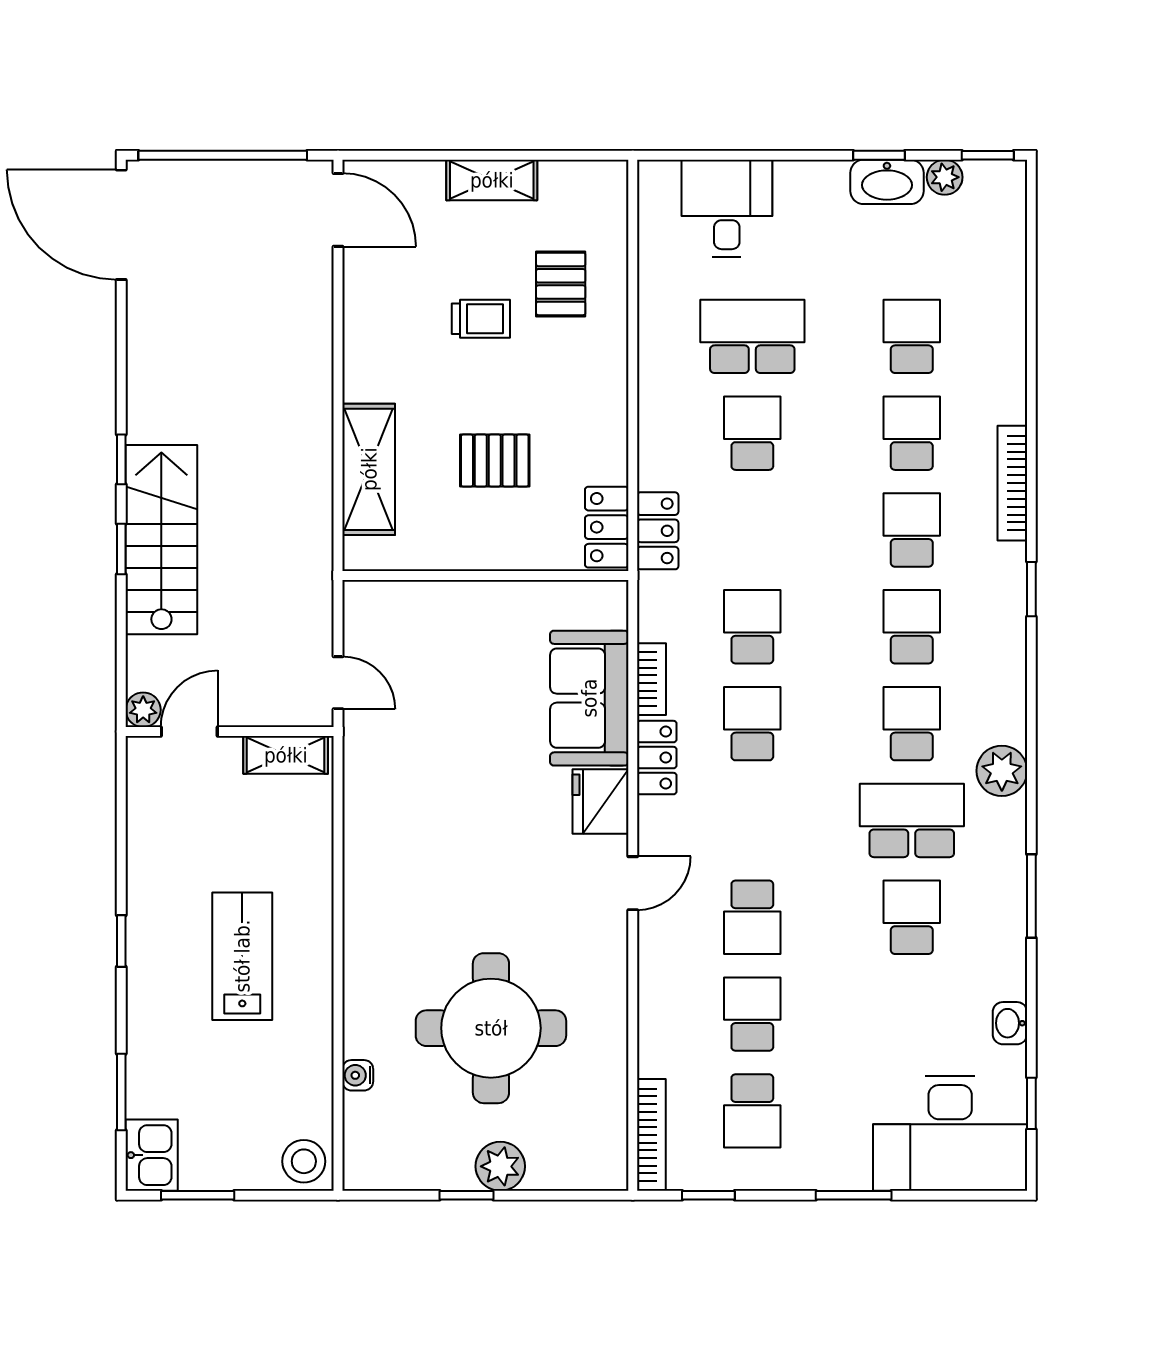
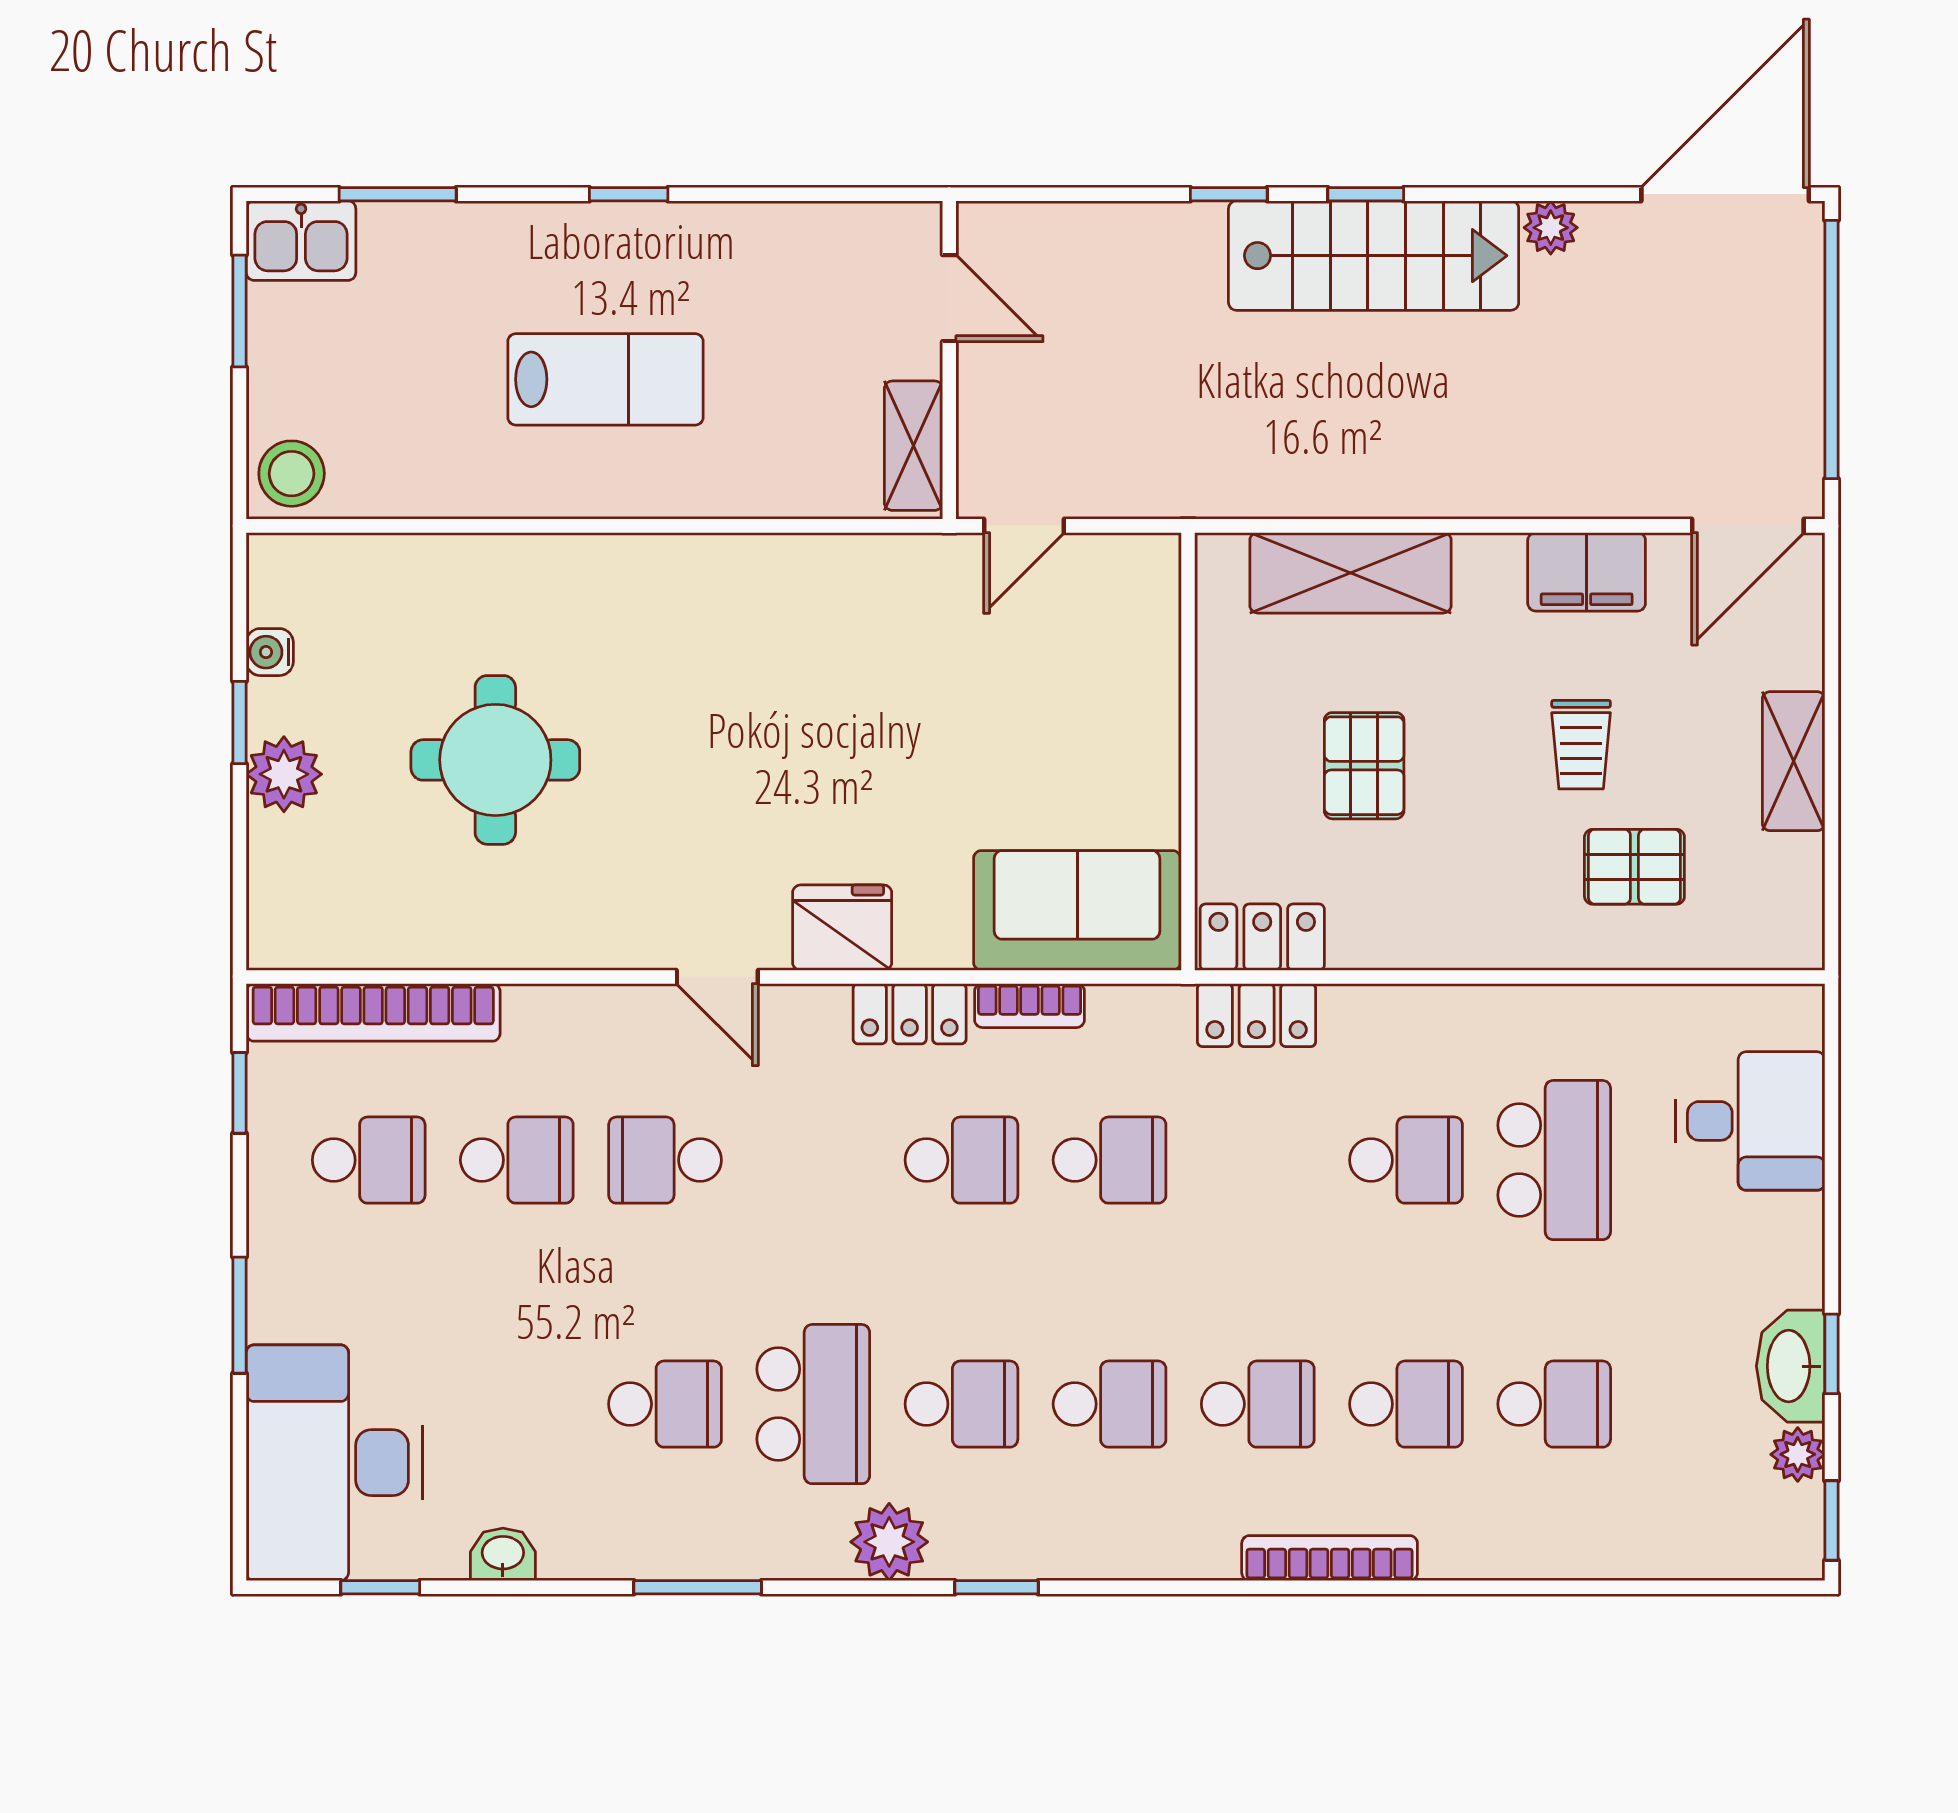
filing cabinet: (368, 315) -> (1587, 572), added
stairs: (161, 540) -> (1374, 256), moved
window: (1031, 589) -> (997, 1587), moved
sofa: (589, 698) -> (1077, 910), moved
plant: (143, 710) -> (1551, 228), moved
round table: (491, 1028) -> (495, 760), width x0.73, depth x0.73
water cooler: (358, 1075) -> (270, 652), moved, turned -90
school desk: (752, 1111) -> (369, 1160), turned 180
bookcase: (651, 1135) -> (373, 1012), width x1.48, depth x1.31

